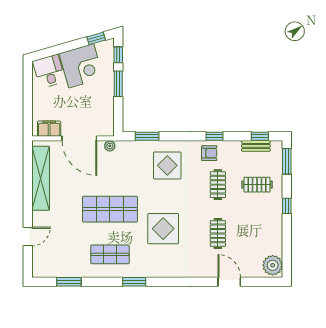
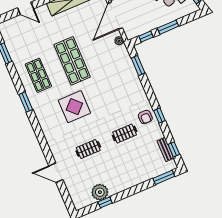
window: (118, 55) -> (146, 37), moved
display table: (167, 165) -> (123, 90), removed
clothes rail: (257, 185) -> (137, 163), removed
window: (287, 206) -> (105, 202), moved
plant: (273, 265) -> (100, 192), moved
door: (229, 282) -> (56, 173), swing flipped

